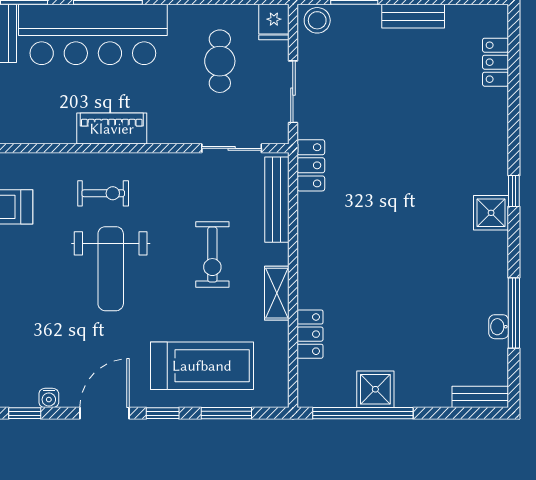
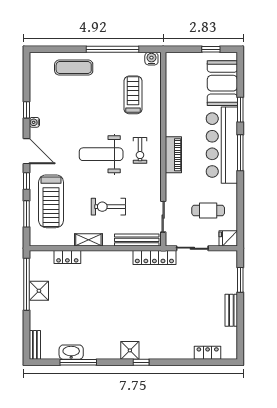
stool: (317, 20) -> (229, 261), removed
locker: (311, 165) -> (154, 257), width x1.53
washbasin: (499, 327) -> (71, 352), width x1.91, depth x1.45

